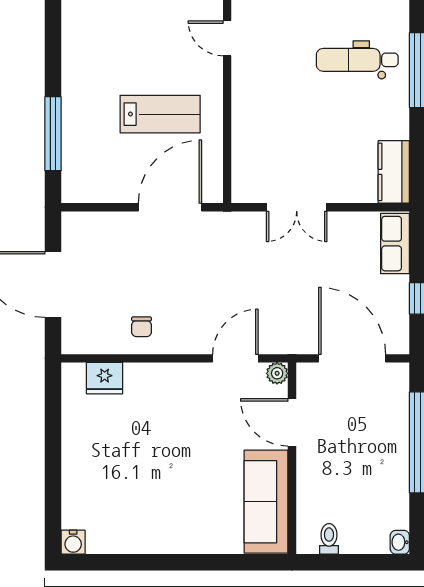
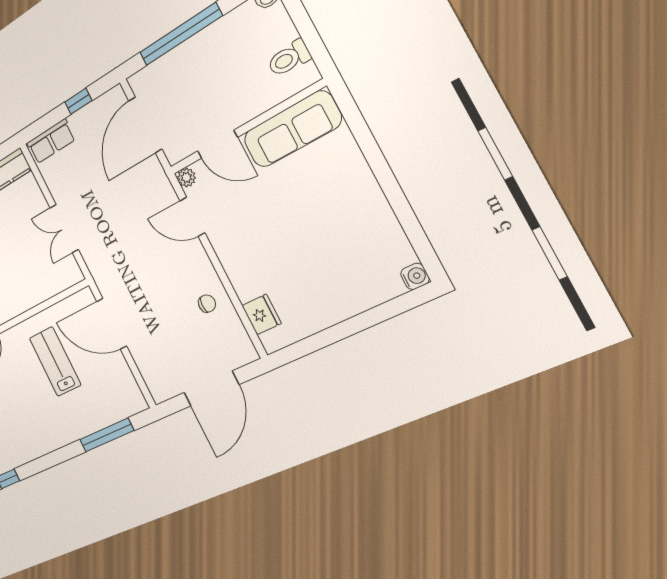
double door: (297, 207) -> (64, 229), swing flipped
door: (292, 422) -> (217, 144), hinge flipped
toilet: (329, 539) -> (289, 58), width x1.37, depth x1.39

